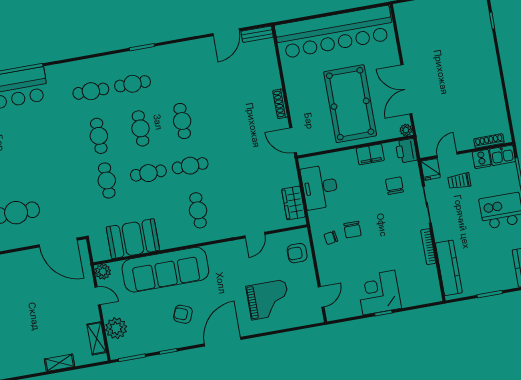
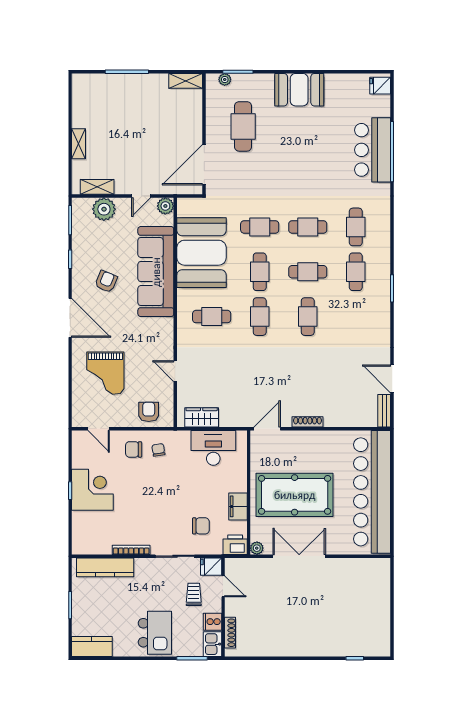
cafe table: (182, 121) -> (308, 317), turned 90
chair: (352, 230) -> (134, 449), moved
booth: (133, 239) -> (201, 253), width x1.36, depth x1.42

